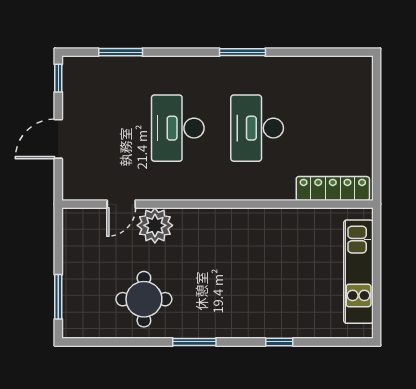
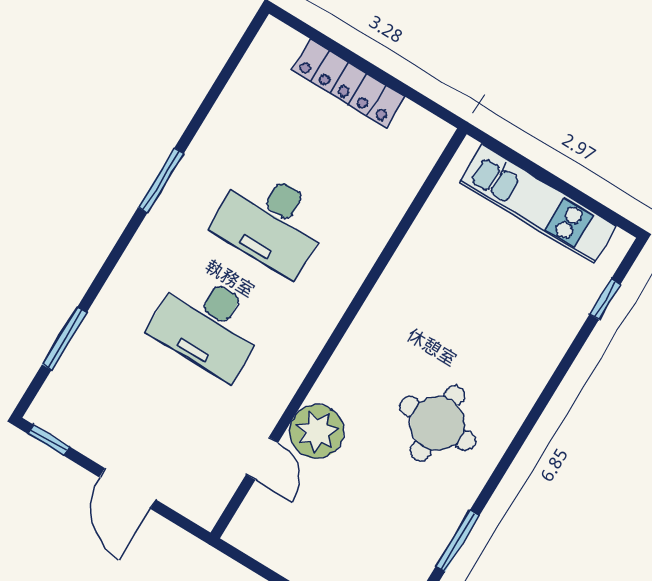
locker: (333, 188) -> (348, 83), moved, turned -90
round table: (144, 299) -> (437, 423), moved
window: (194, 342) -> (458, 541), moved
window: (279, 342) -> (605, 299), moved

